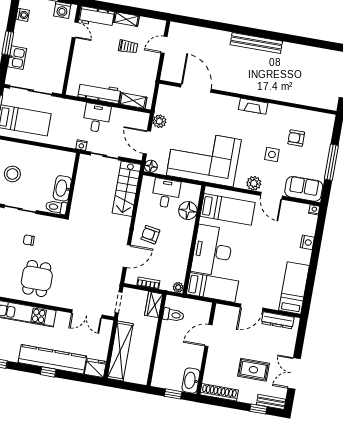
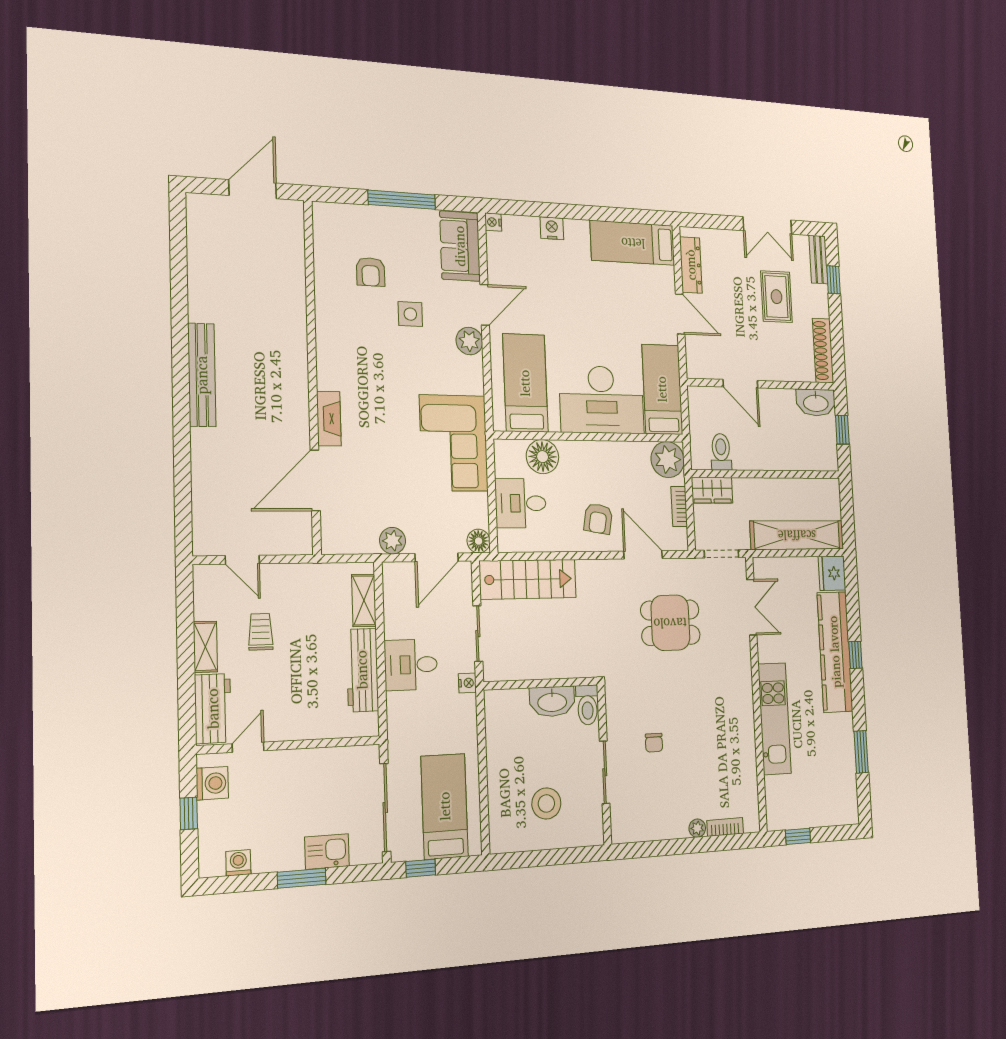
fireplace: (253, 106) -> (329, 419), moved
corner sofa: (204, 157) -> (454, 443), width x0.73, depth x0.74
dining table: (37, 278) -> (670, 623), moved
plant: (178, 287) -> (668, 460), width x1.87, depth x1.87

